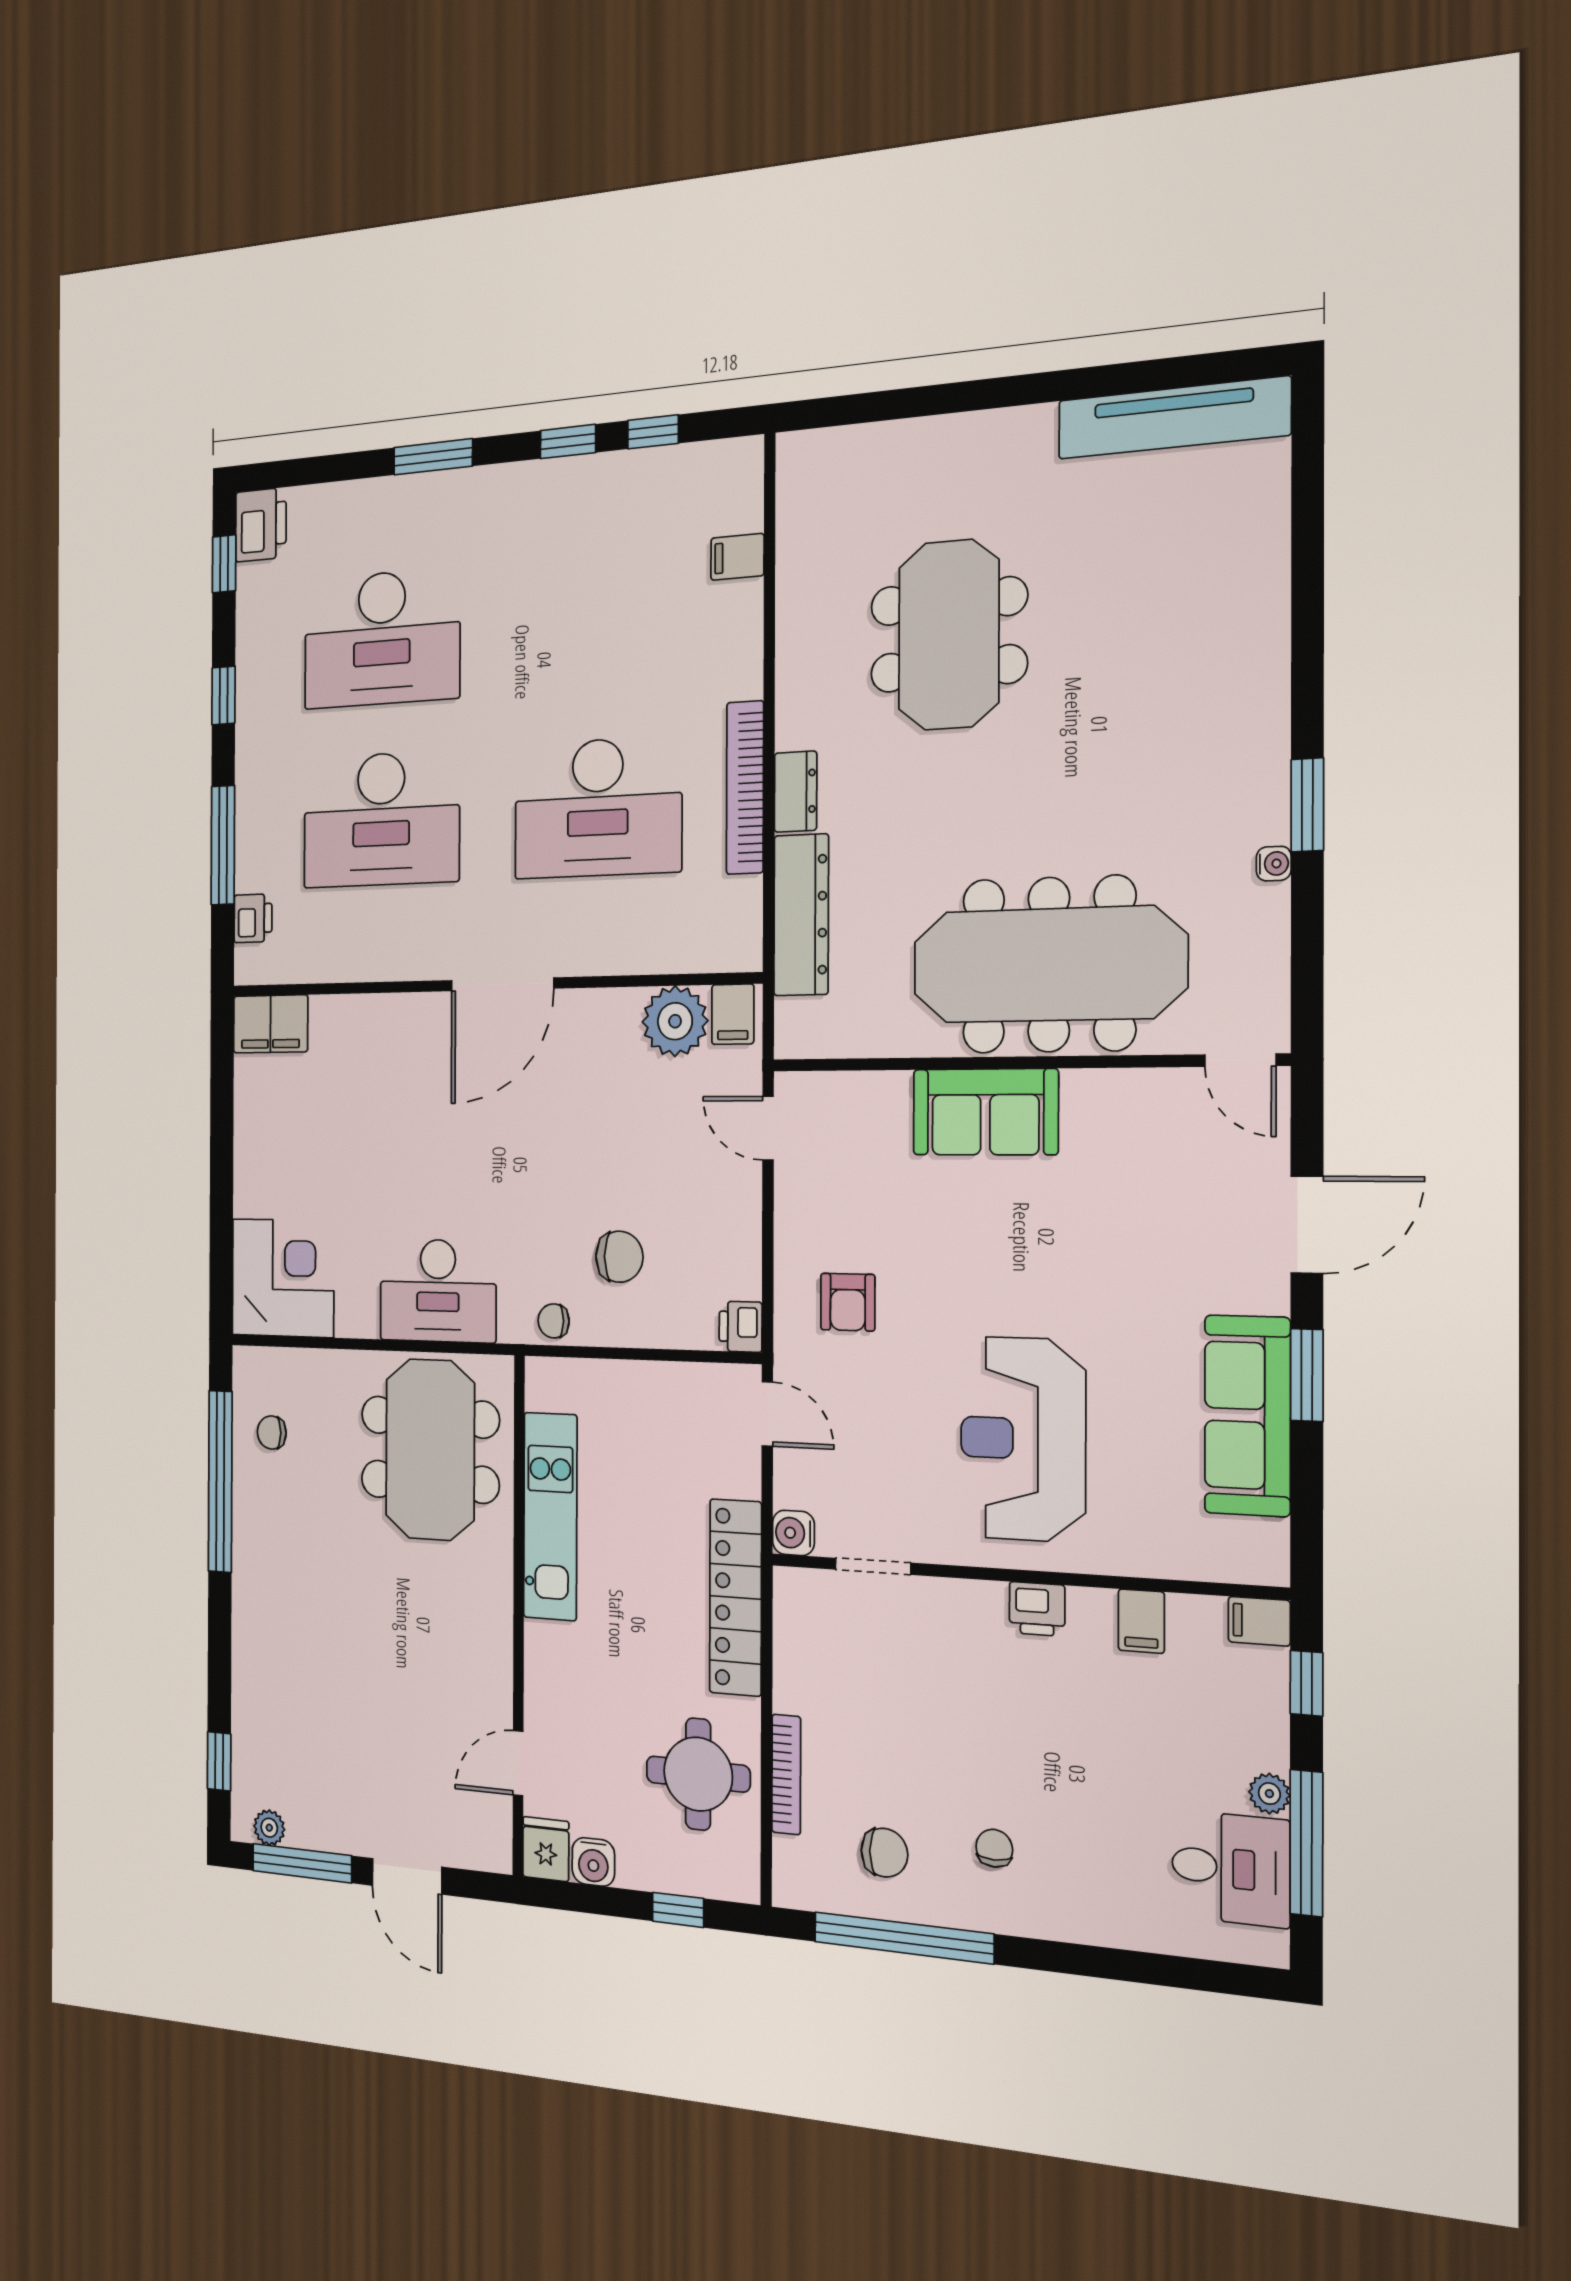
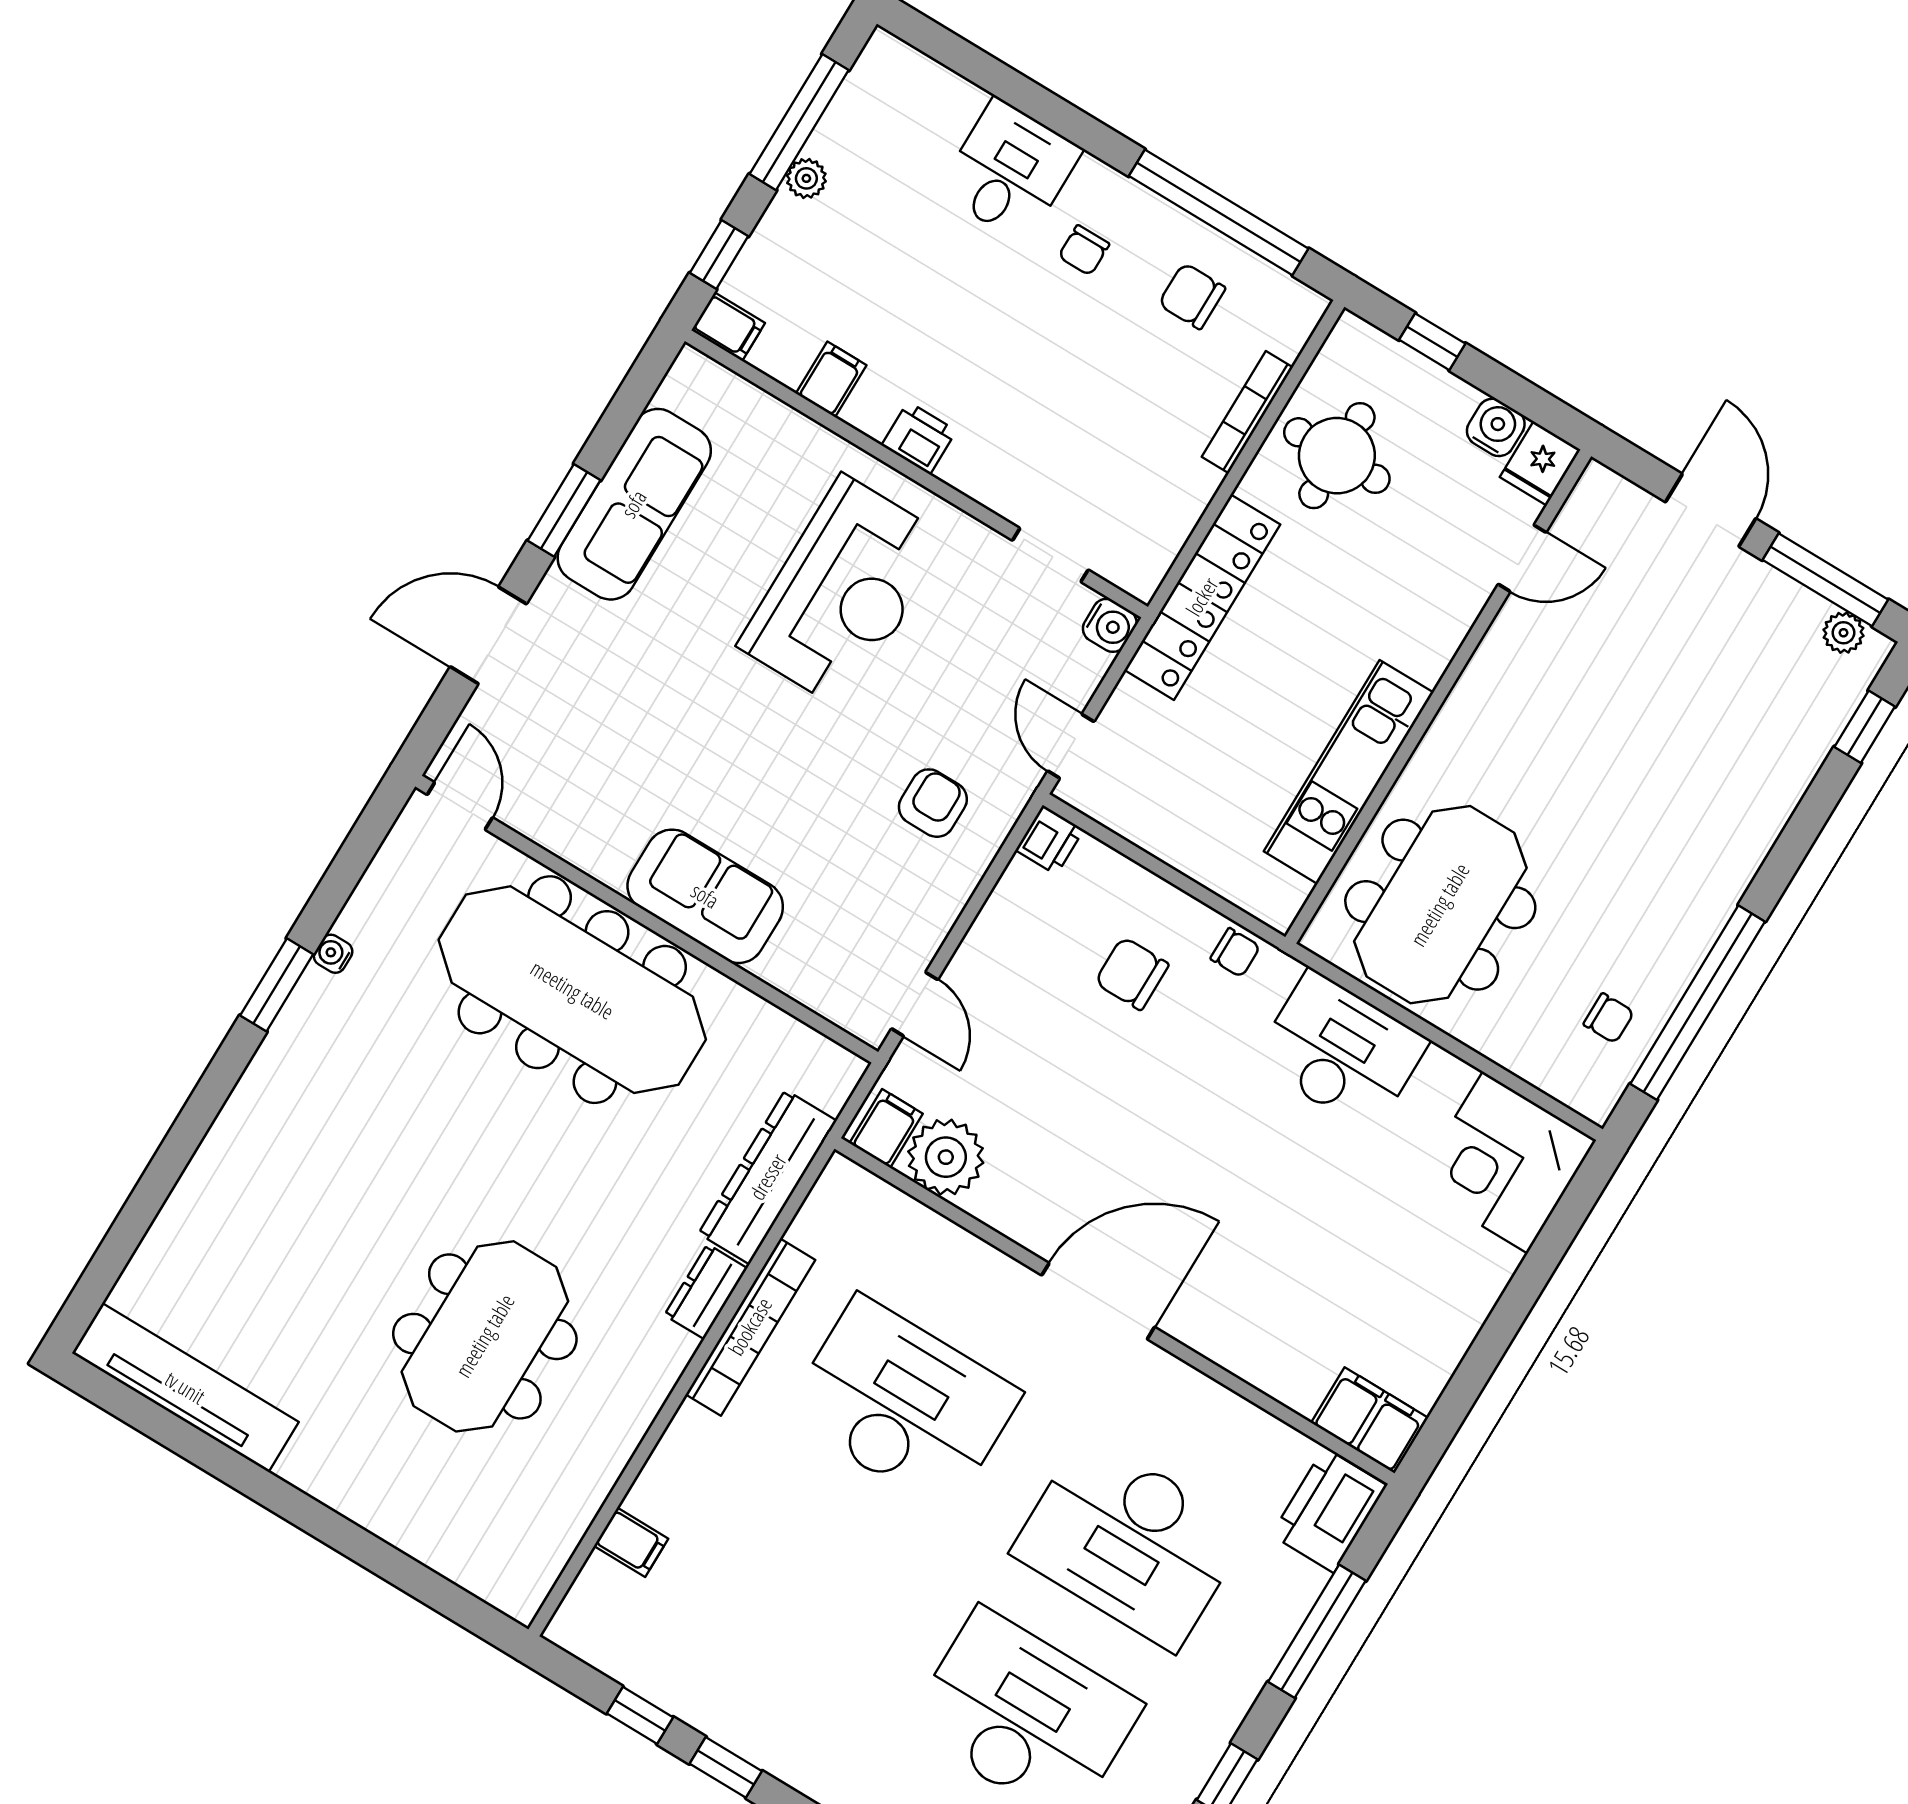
desk: (381, 819) -> (1130, 1542), turned 180
printer: (253, 918) -> (1329, 1510), width x1.87, depth x1.48
desk: (1231, 1868) -> (1010, 171), moved, turned 90

